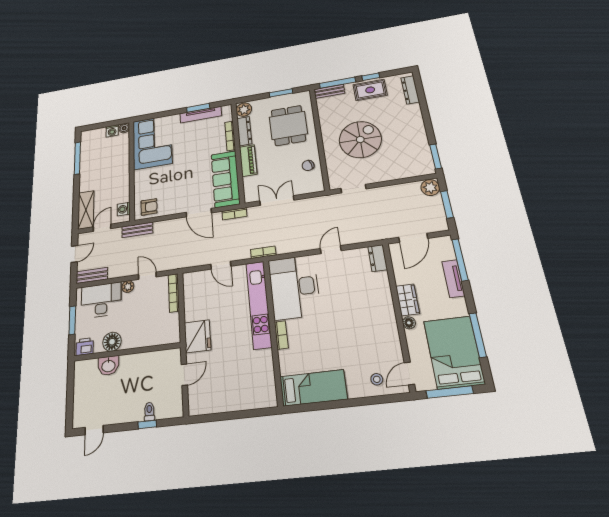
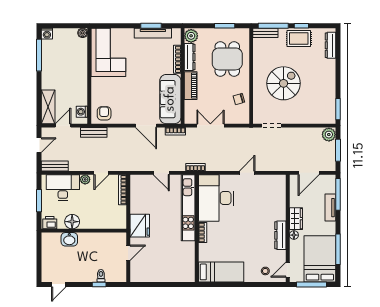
washing machine: (112, 131) -> (47, 34), moved
armchair: (149, 207) -> (104, 113), turned -90
dresser: (378, 258) -> (280, 235), moved, width x1.44
door: (147, 276) -> (101, 173), swing flipped

